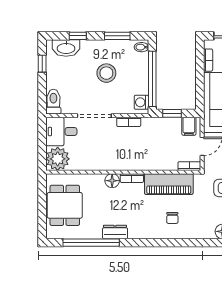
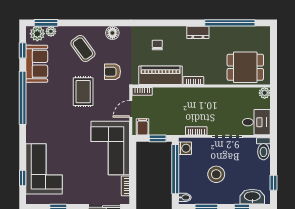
plant: (58, 159) -> (265, 93), width x0.53, depth x0.53
floor lamp: (112, 181) -> (211, 78), removed
dining table: (65, 205) -> (245, 67), moved, turned 90
dresser: (115, 232) -> (198, 32), moved

